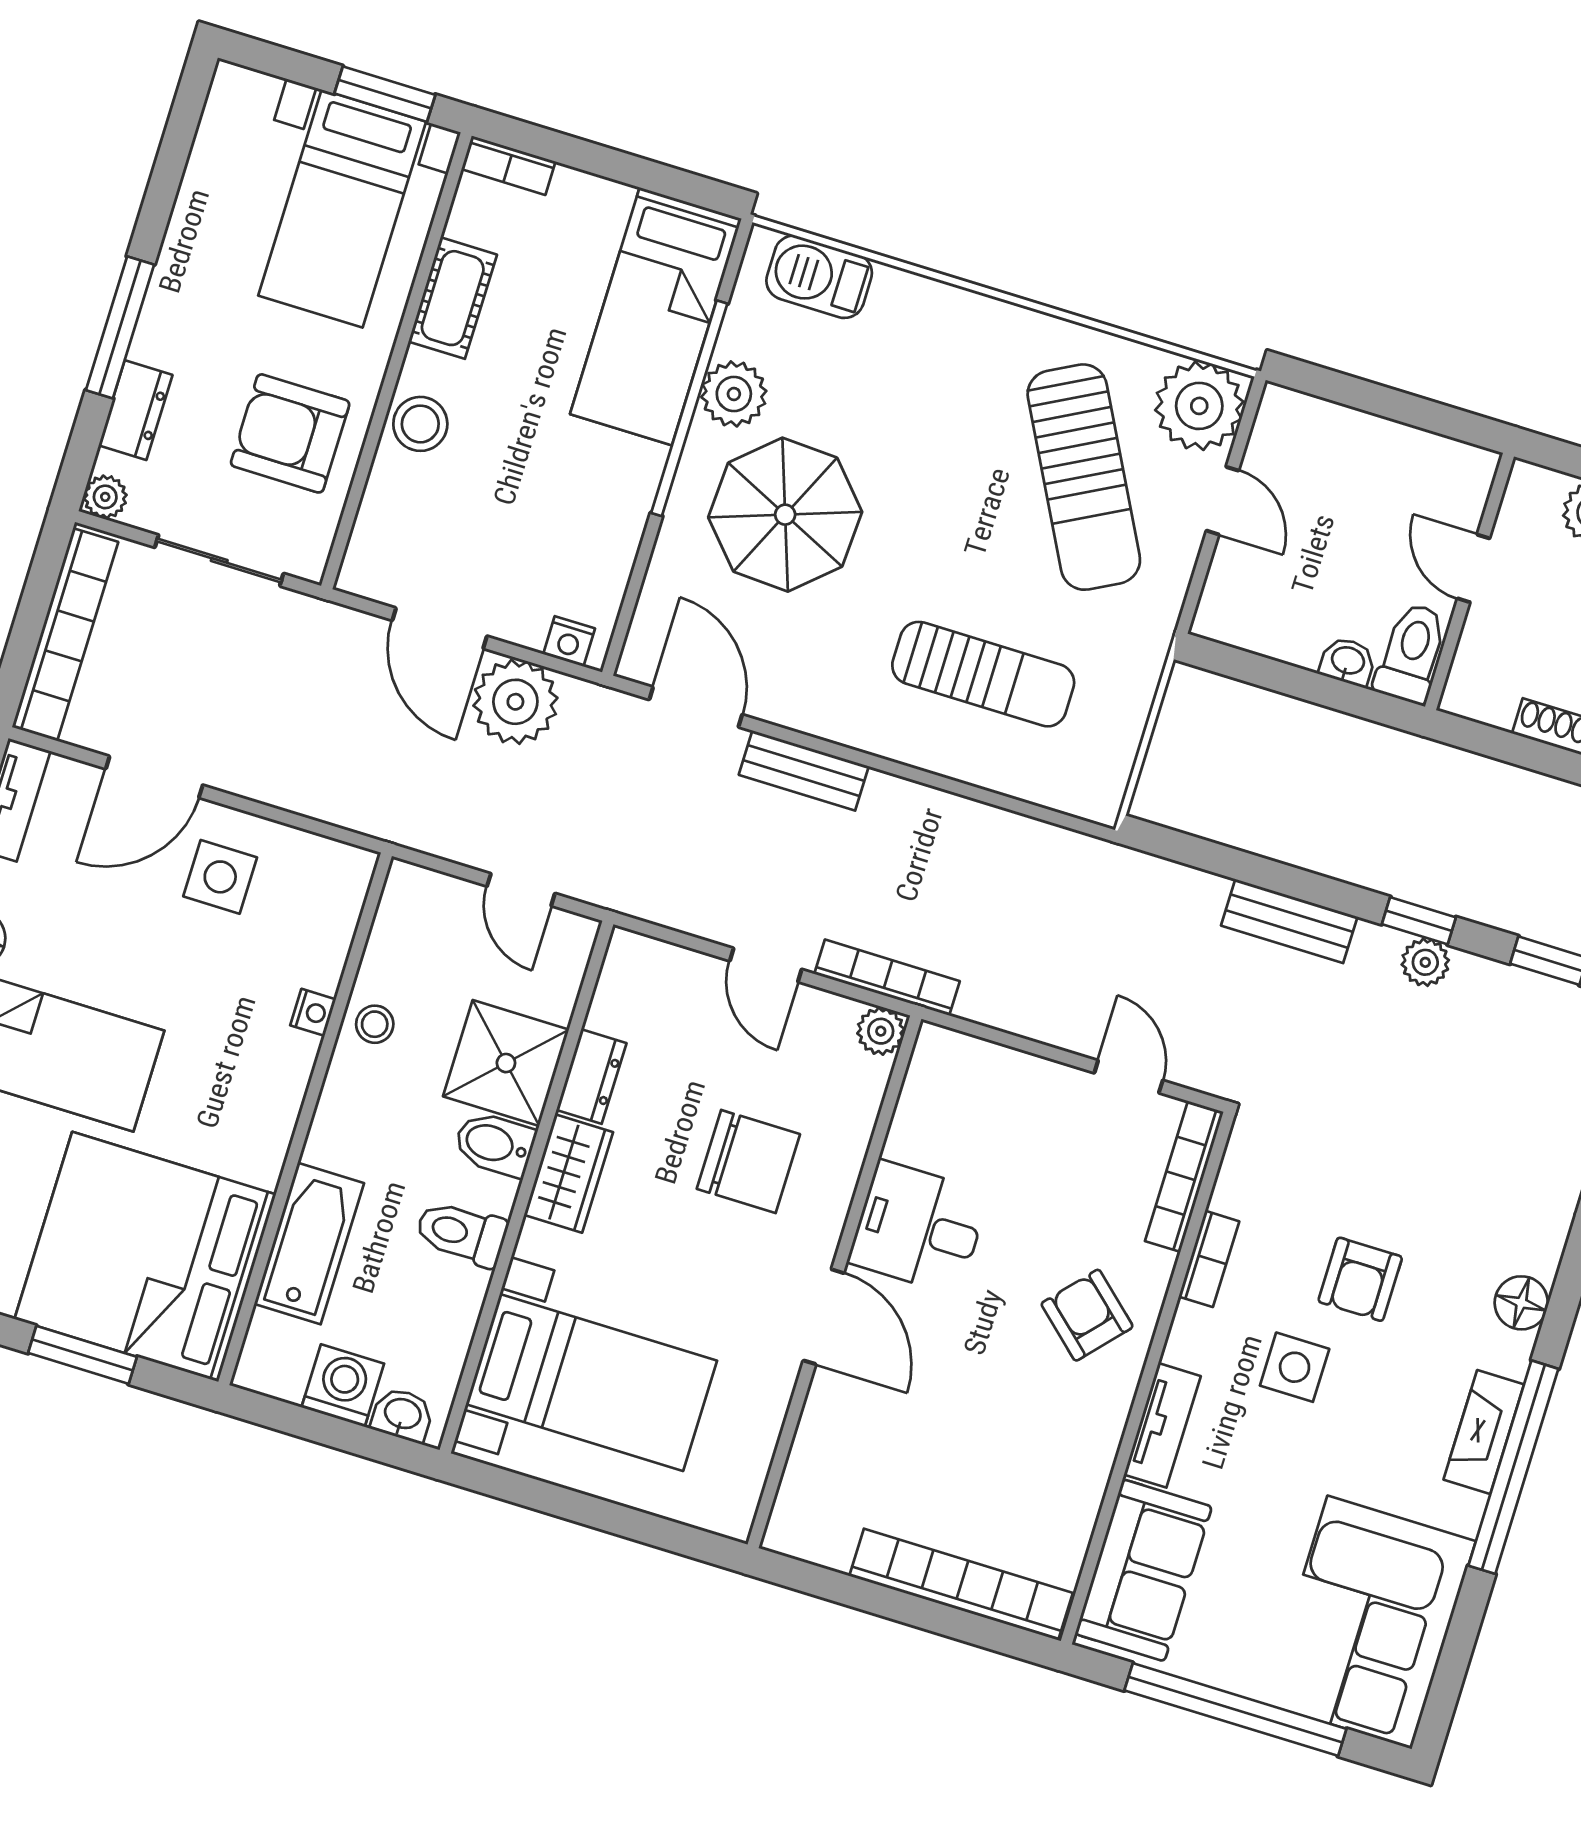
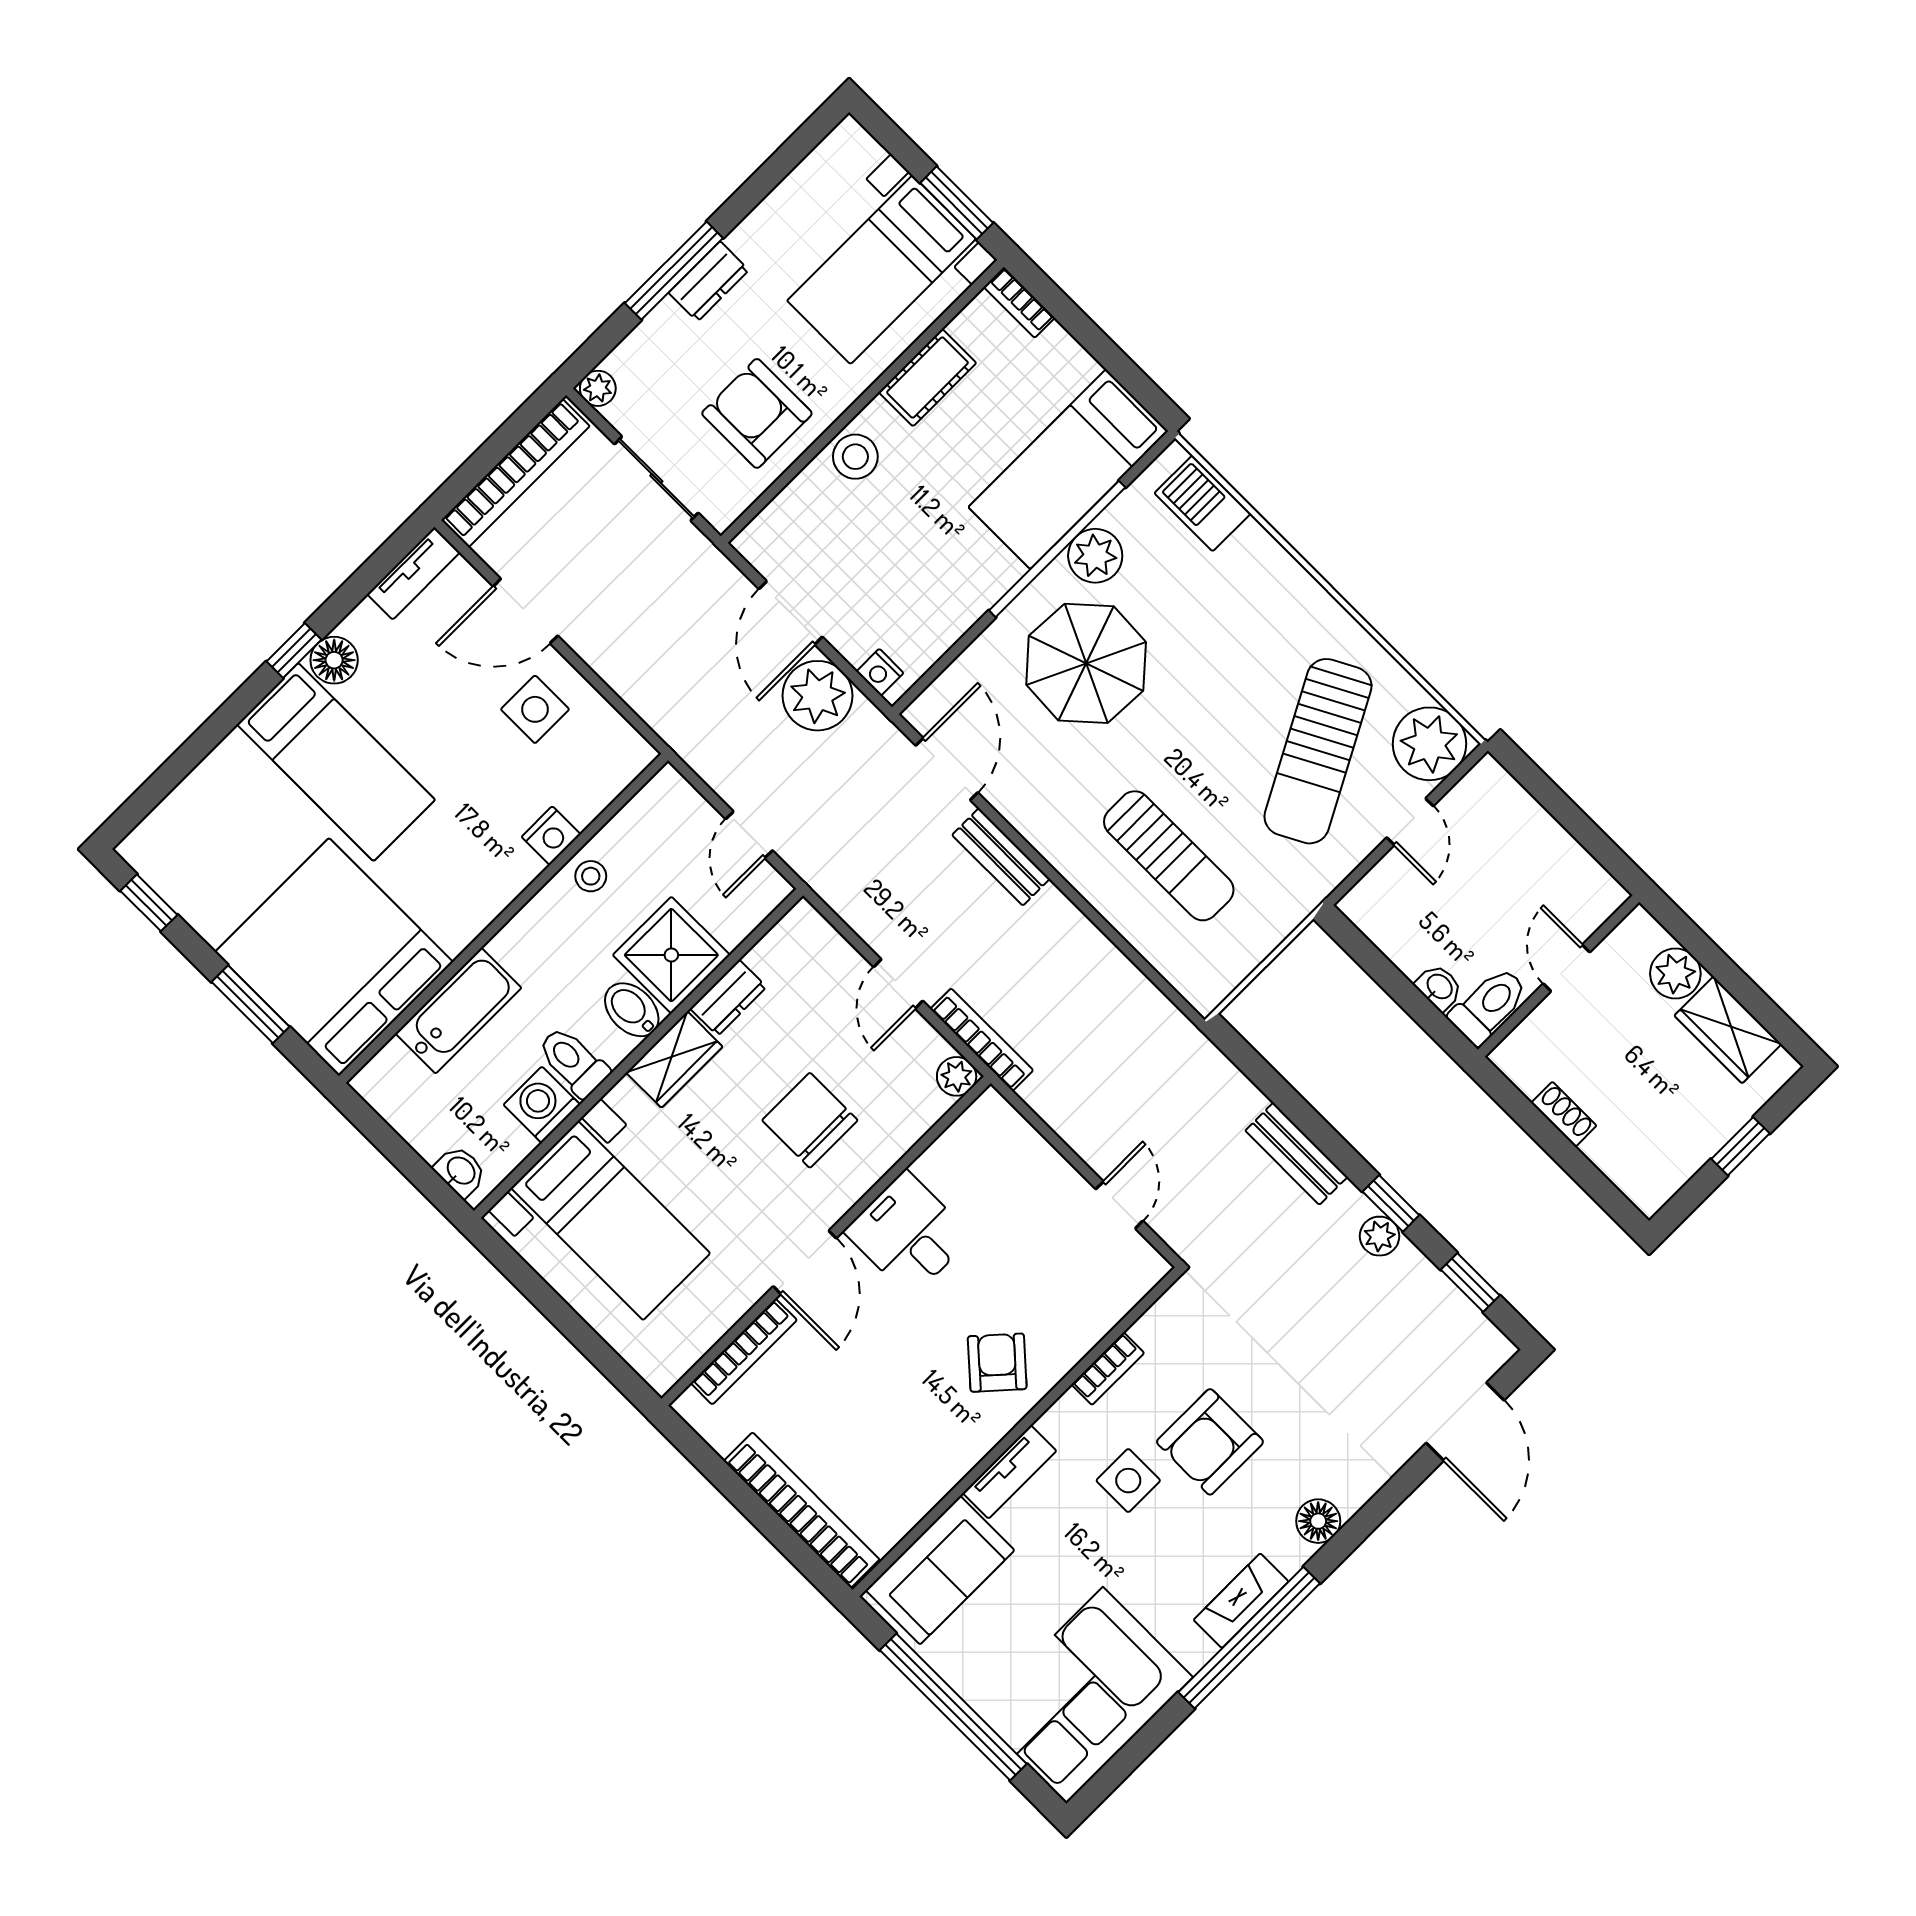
dresser: (136, 410) -> (709, 281), moved
nightstand: (313, 1012) -> (551, 836), width x1.39, depth x1.35
chair: (748, 1162) -> (810, 1120), turned 180
bookcase: (1184, 1177) -> (744, 1352), moved, turned 180
armchair: (1360, 1279) -> (1210, 1442), width x1.38, depth x1.38
washing machine: (343, 1386) -> (542, 1105), moved, turned -90

